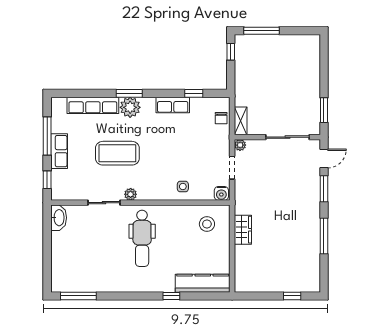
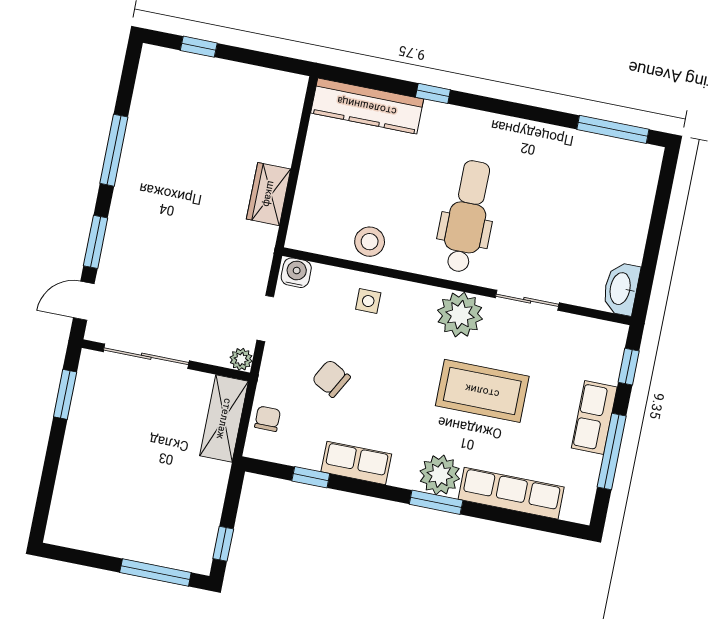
shelving: (241, 121) -> (224, 419), width x1.50, depth x1.33
chair: (194, 144) -> (331, 378), added
plant: (131, 194) -> (460, 315), width x1.87, depth x1.87
stool: (207, 224) -> (370, 242), moved

